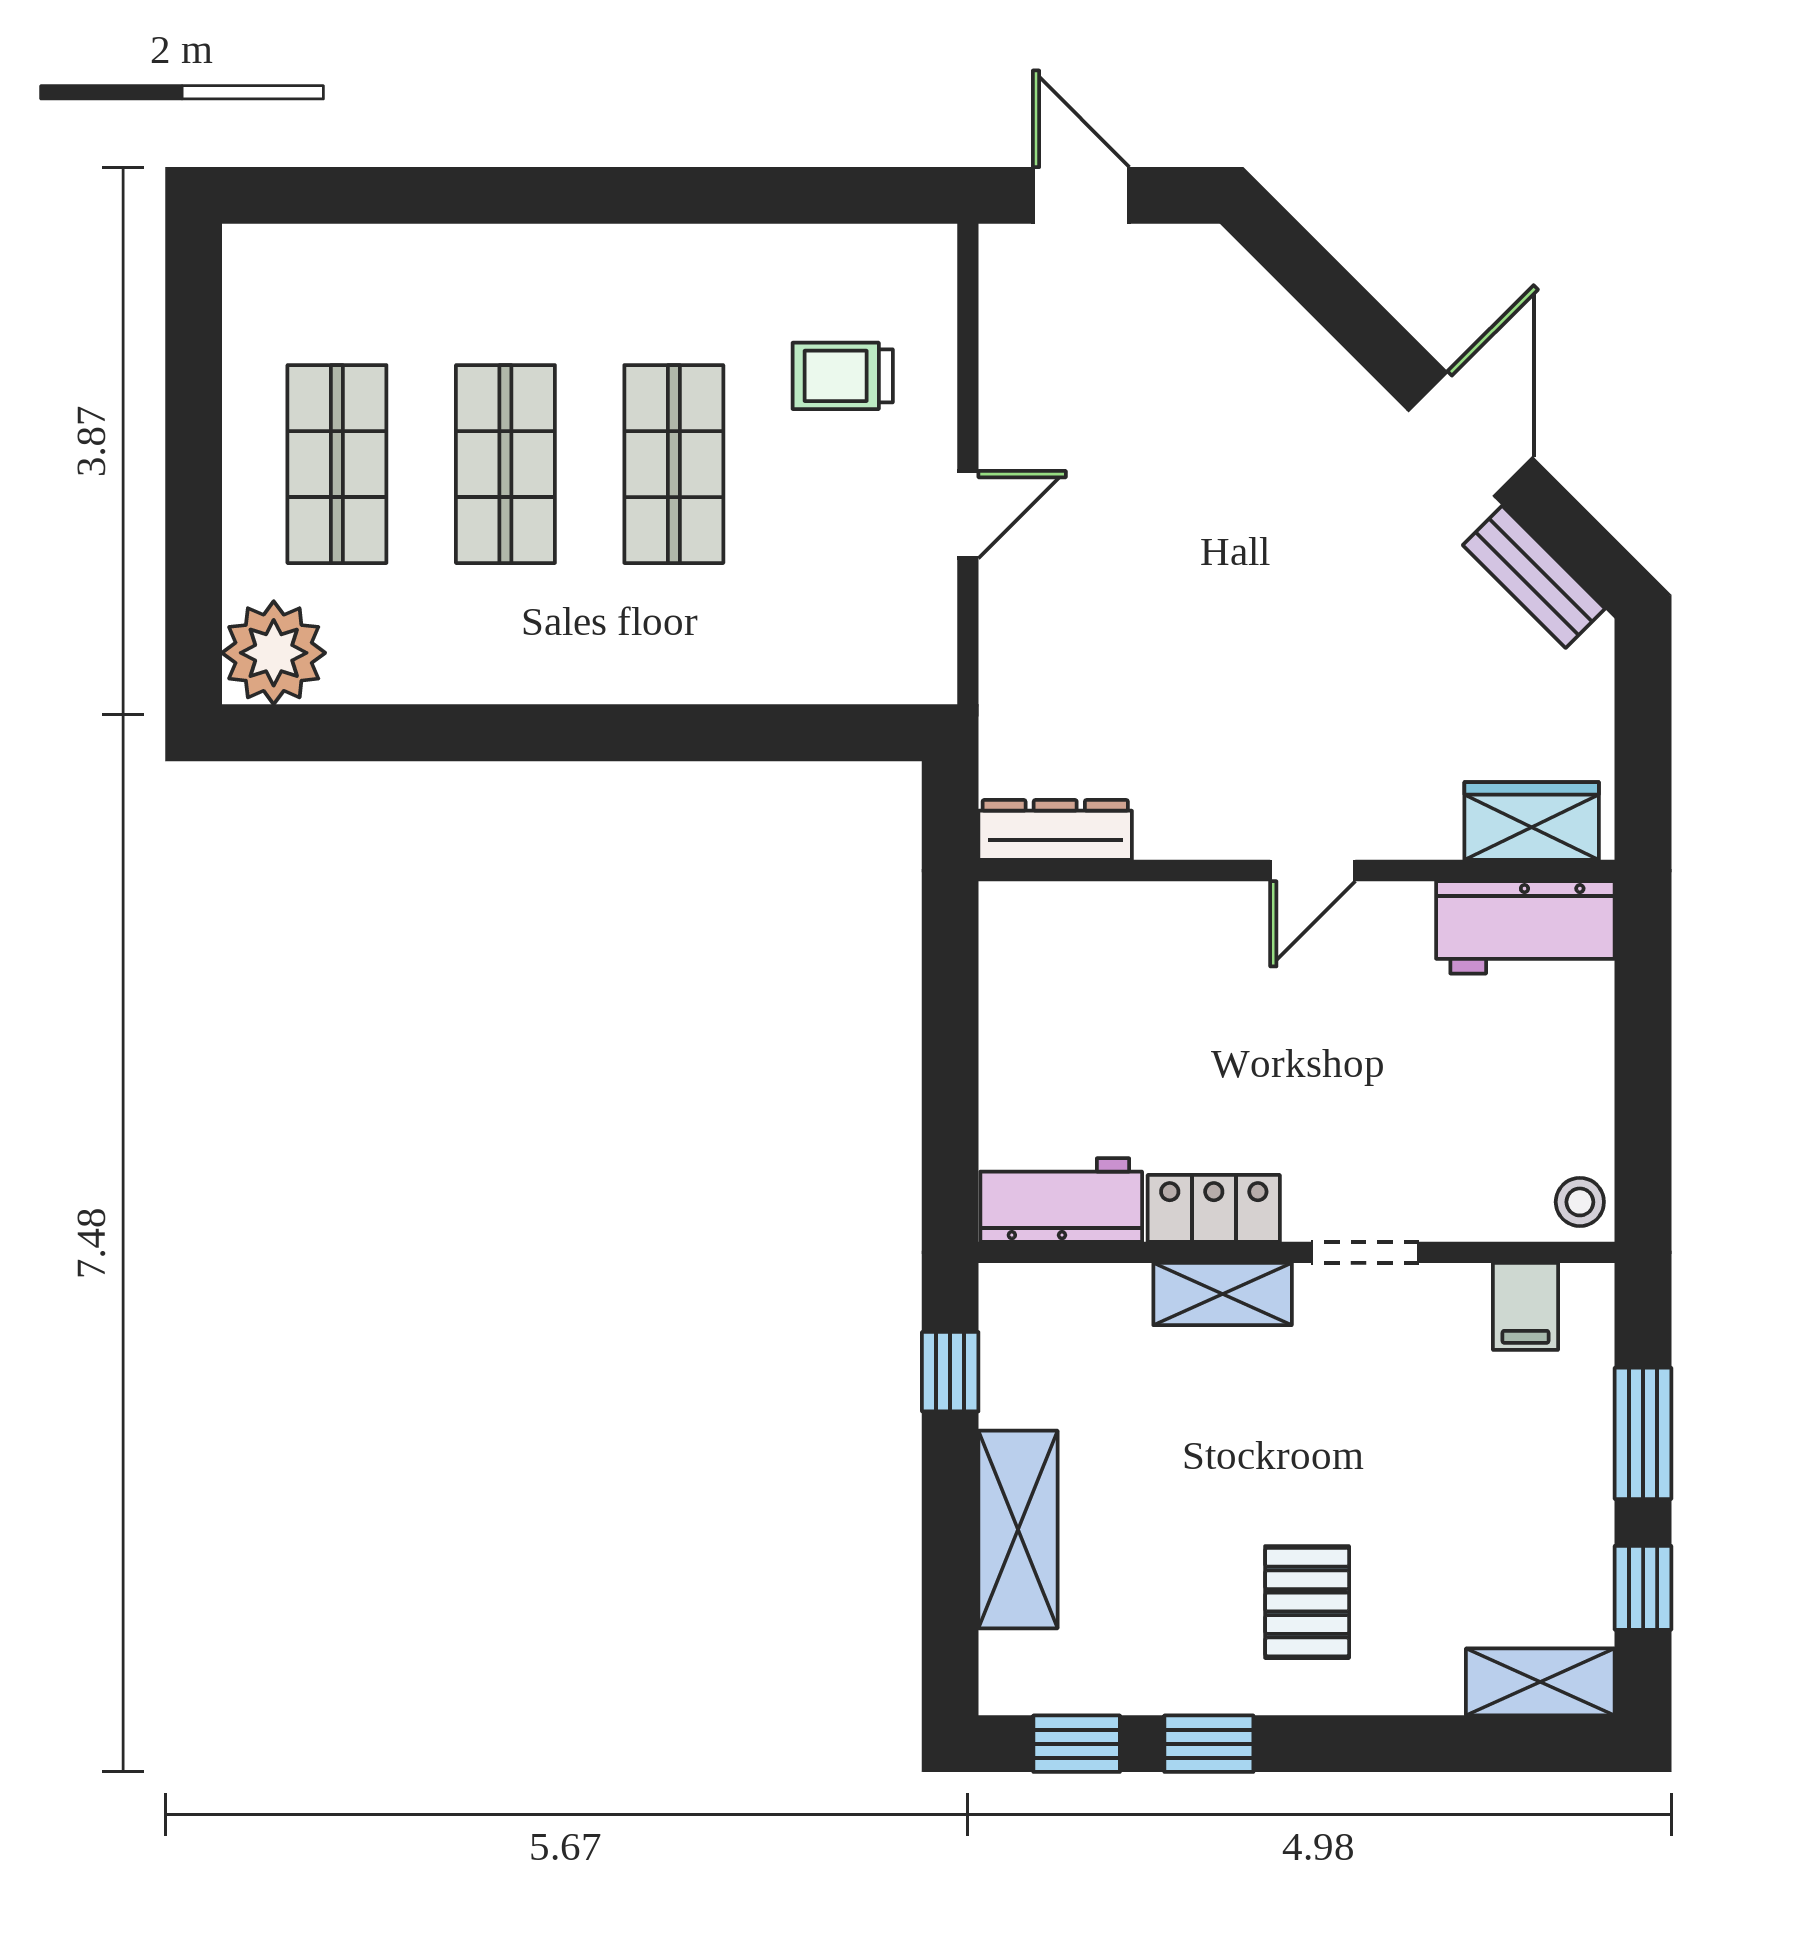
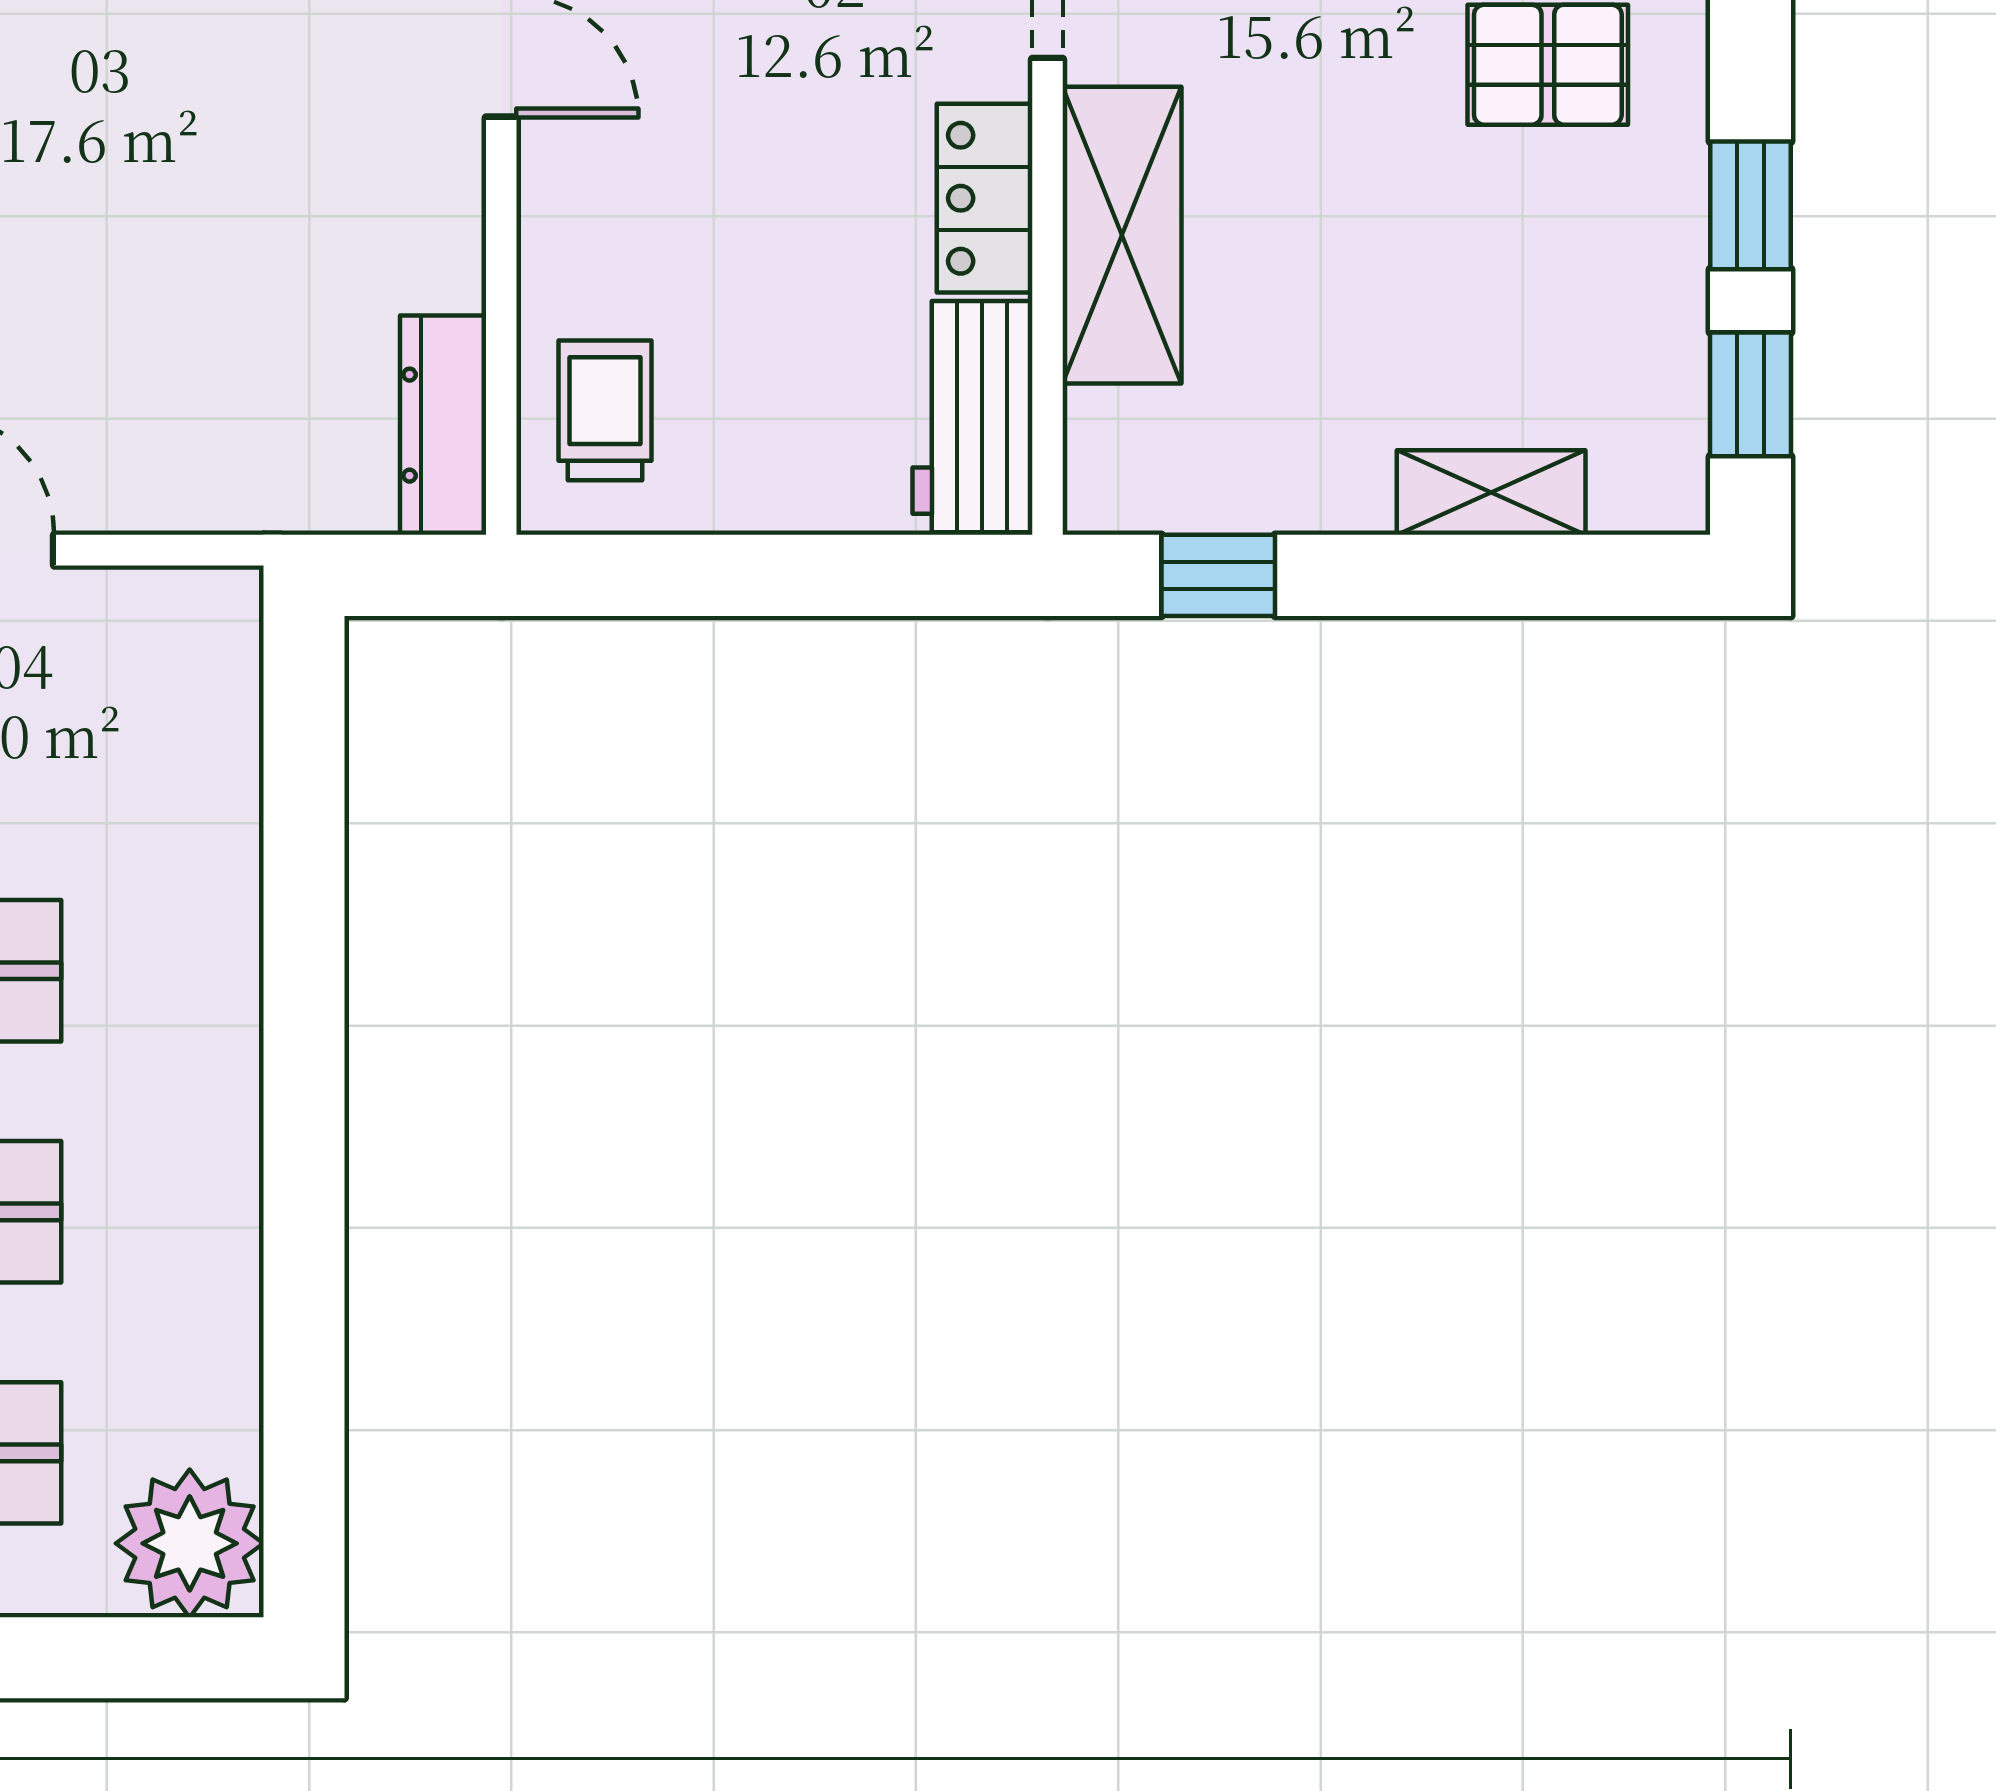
trolley: (1066, 943) -> (605, 410), added
shelving: (1223, 1294) -> (1122, 235), width x1.50, depth x1.33
shelving: (1018, 1530) -> (1491, 493), width x0.67, depth x0.75

